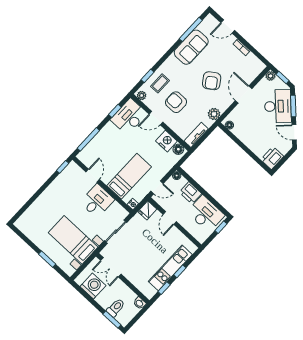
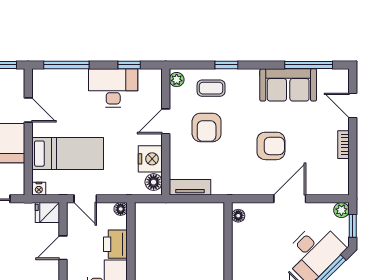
window: (147, 76) -> (226, 65), moved
armchair: (212, 81) -> (271, 146), turned -145
armchair: (176, 102) -> (207, 127), turned 180
plant: (214, 114) -> (234, 185), removed
desk: (129, 117) -> (113, 88), moved
door: (156, 118) -> (166, 121), hinge flipped
door: (93, 176) -> (28, 110), hinge flipped

